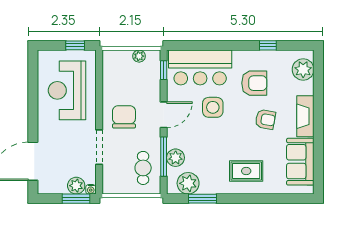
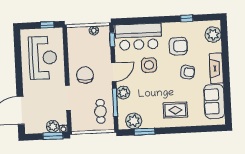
reception desk: (67, 90) -> (43, 58), turned 180
plant: (176, 158) -> (123, 93), moved

